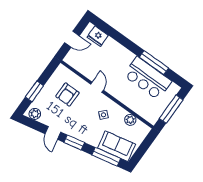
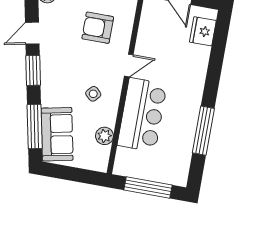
bar counter: (148, 78) -> (142, 115), moved, turned 180

